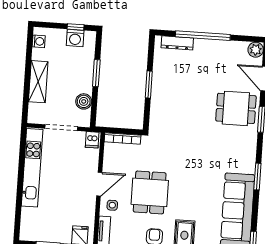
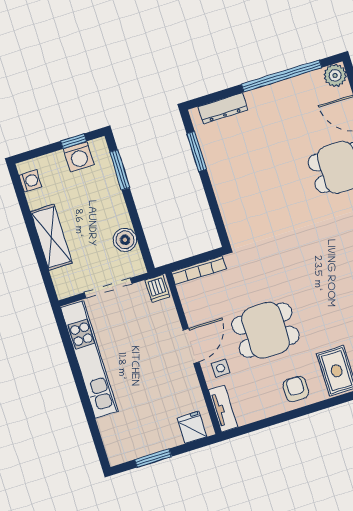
window: (203, 36) -> (282, 76), moved
window: (96, 73) -> (120, 170), moved
window: (149, 85) -> (197, 151), moved
dining table: (150, 192) -> (266, 330), turned 90

